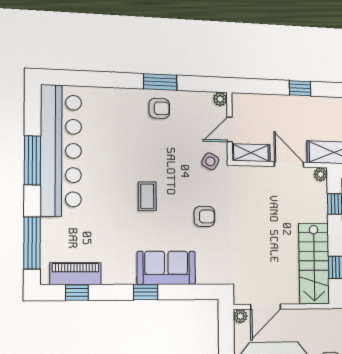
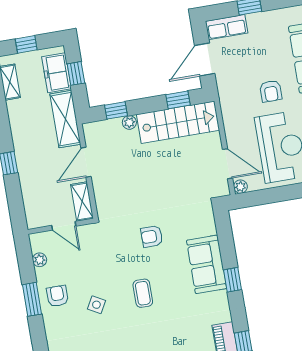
plant: (220, 99) -> (40, 260), moved
side table: (210, 161) -> (96, 305), moved
plant: (321, 174) -> (129, 122), moved
coffee table: (147, 196) -> (143, 293), turned 90
armchair: (204, 216) -> (152, 236), turned -90

